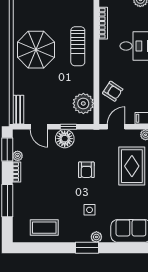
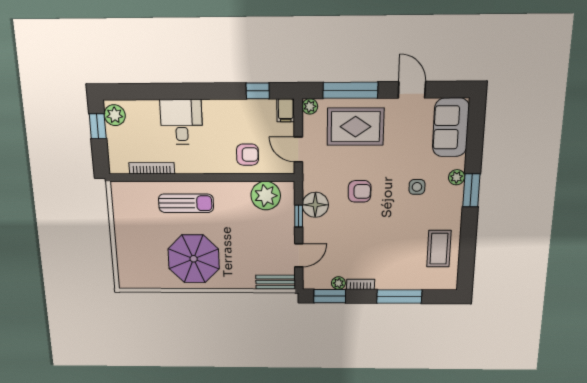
armchair: (113, 91) -> (247, 155), turned 57
floor lamp: (65, 139) -> (315, 205), moved

